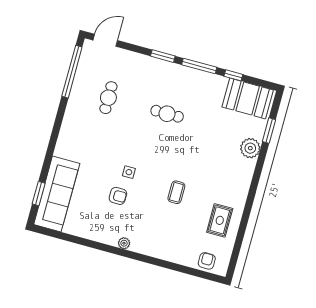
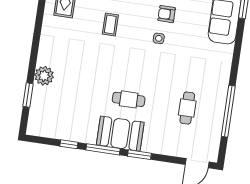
window: (72, 72) -> (228, 111), moved
booth: (248, 98) -> (120, 134), moved

